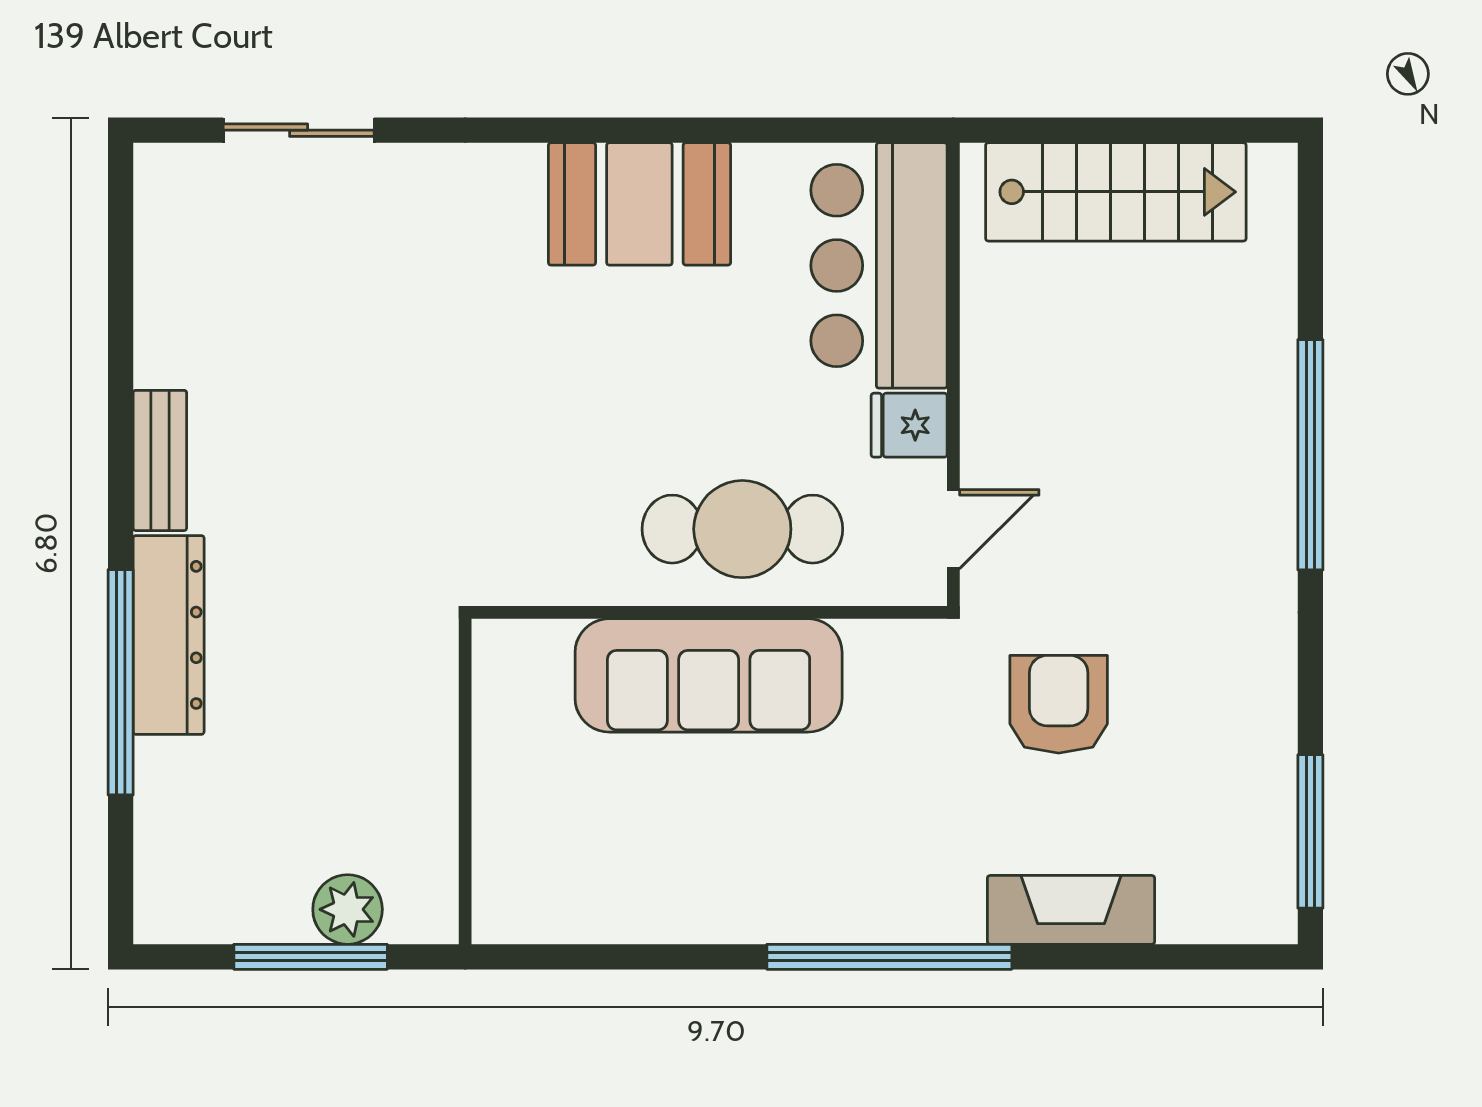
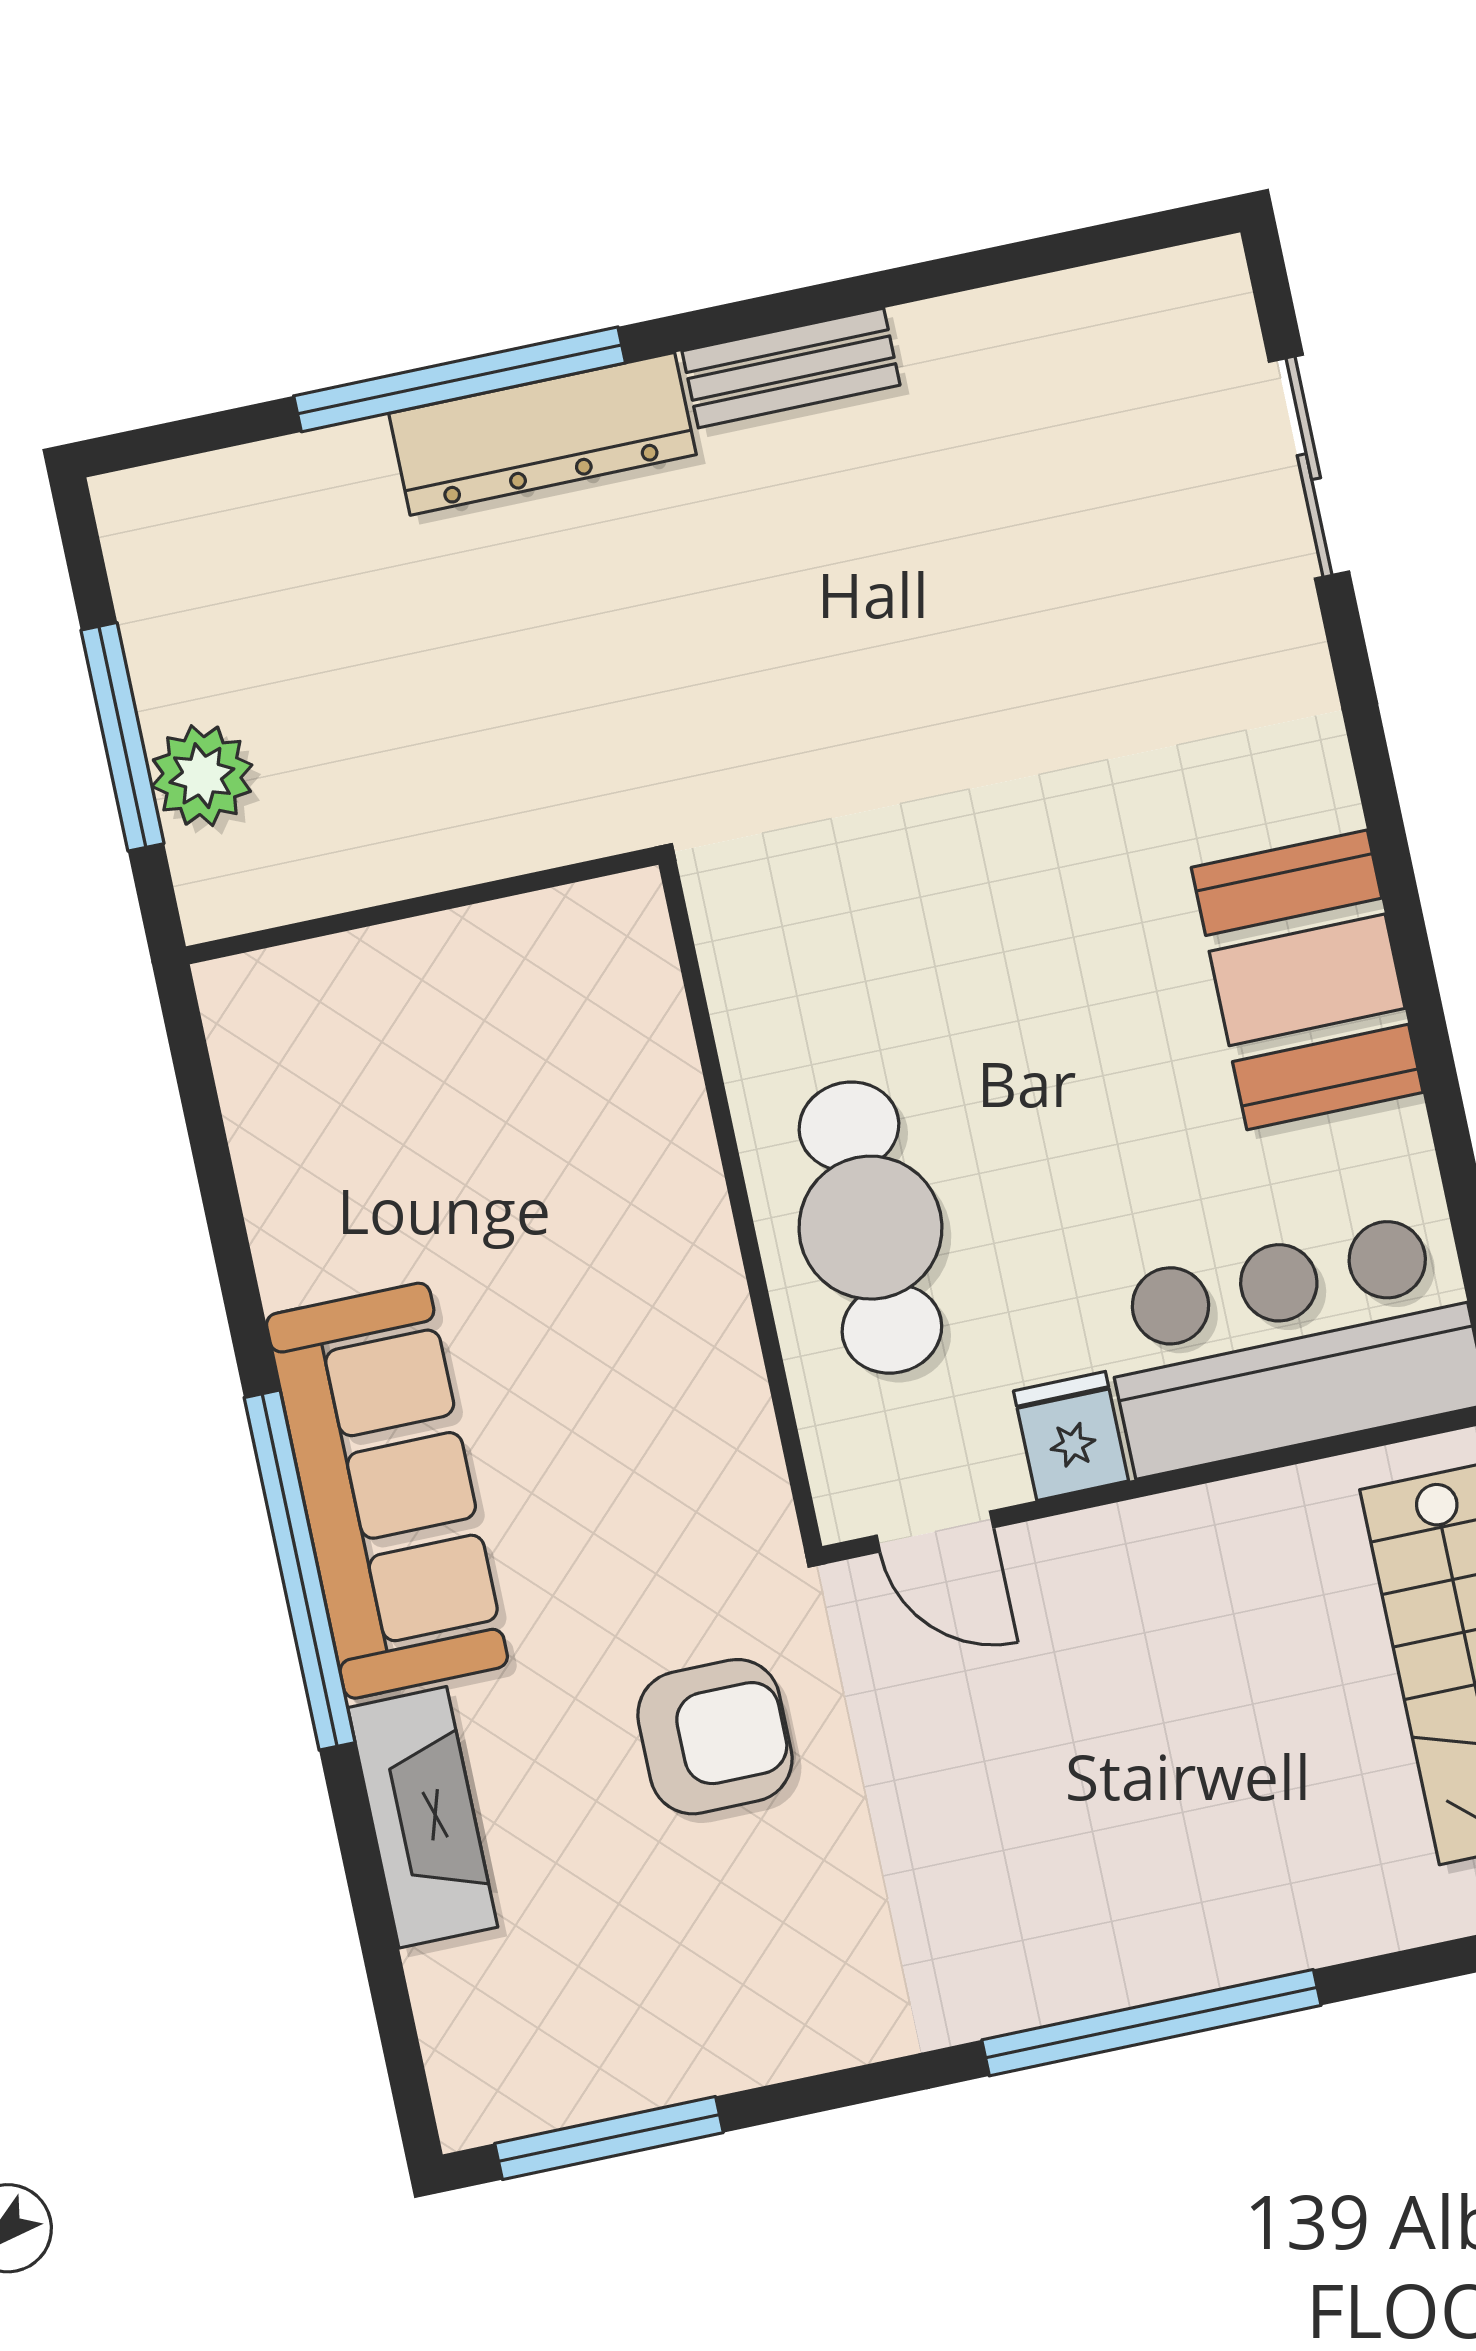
sofa: (709, 675) -> (387, 1491), moved, turned 180

